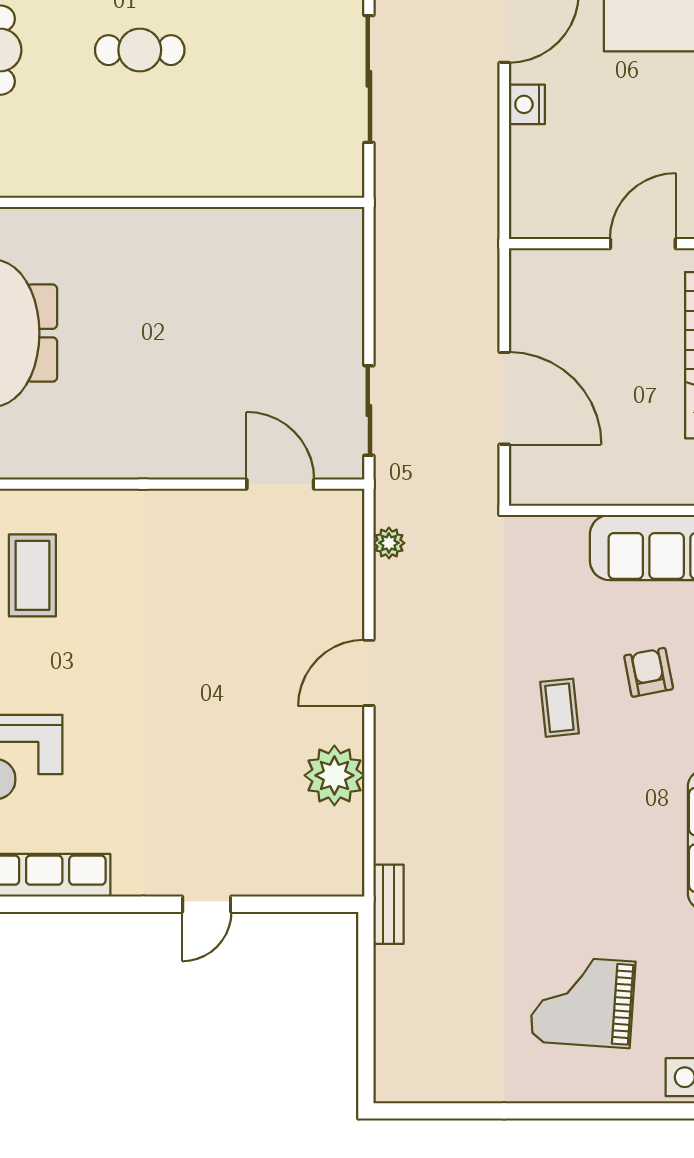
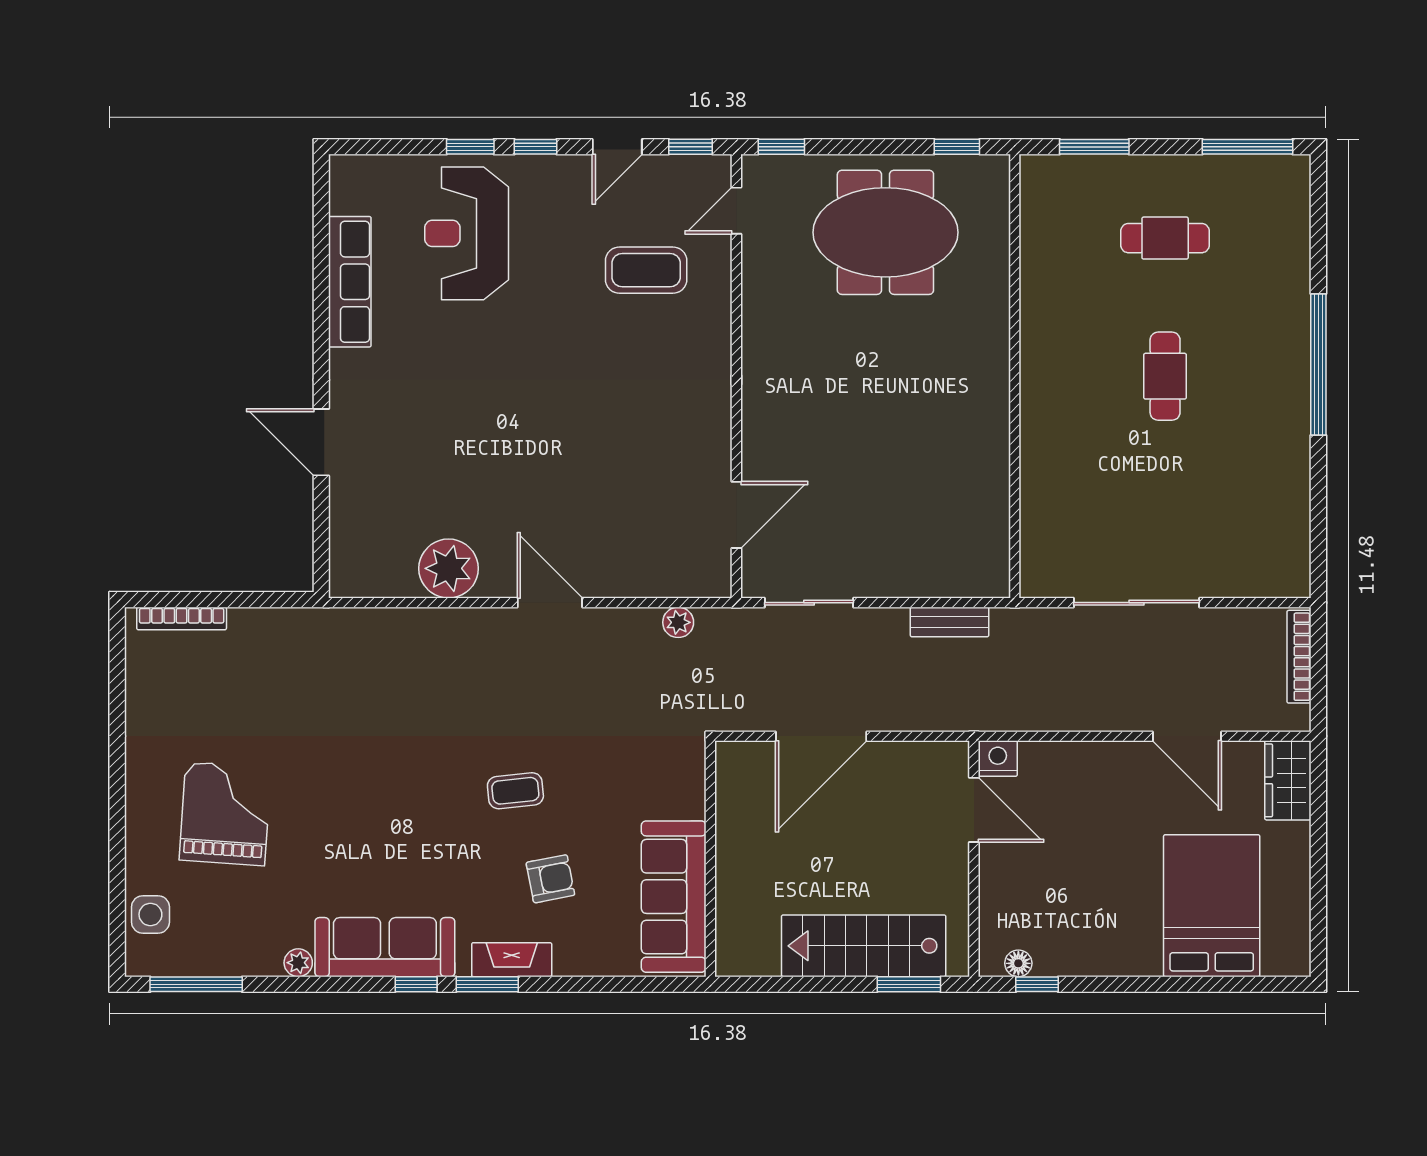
nightstand: (527, 104) -> (998, 759), moved
door: (643, 244) -> (974, 810), moved
door: (207, 904) -> (321, 442), width x1.38
bench: (389, 904) -> (950, 622), moved
bookcase: (385, 1046) -> (182, 618), added

